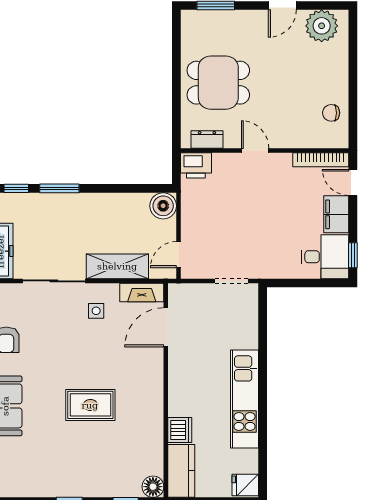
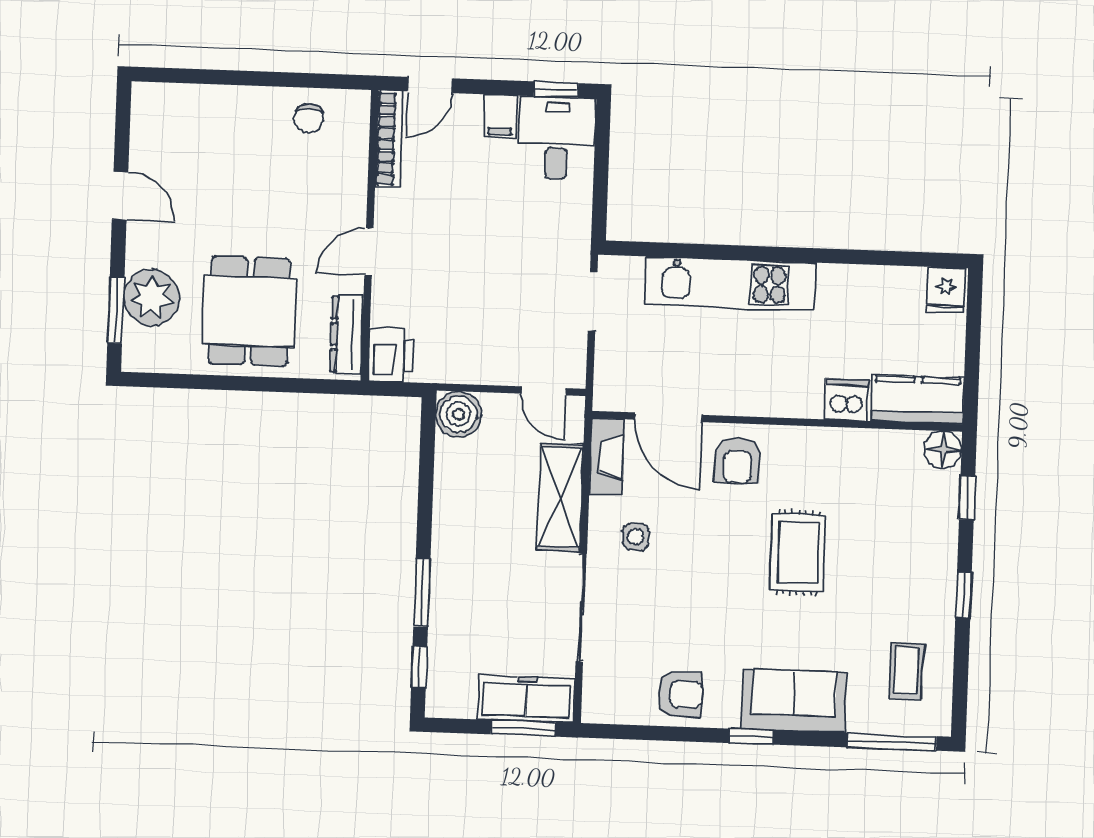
plant: (322, 26) -> (152, 298), moved
dresser: (207, 140) -> (347, 334), width x1.44
filing cabinet: (336, 214) -> (500, 116), width x0.50
armchair: (142, 368) -> (737, 461), added
kitchen unit: (244, 399) -> (730, 284), moved
coffee table: (24, 470) -> (906, 671), added

